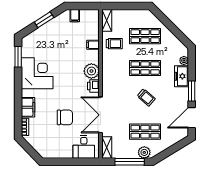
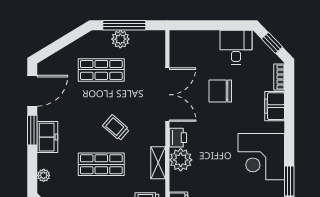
freezer: (181, 76) -> (47, 137), moved
trolley: (146, 97) -> (116, 128), moved
desk: (84, 147) -> (236, 47), moved
shelving: (107, 148) -> (158, 163), moved
window: (30, 150) -> (272, 43), added
plant: (144, 152) -> (120, 39), moved

